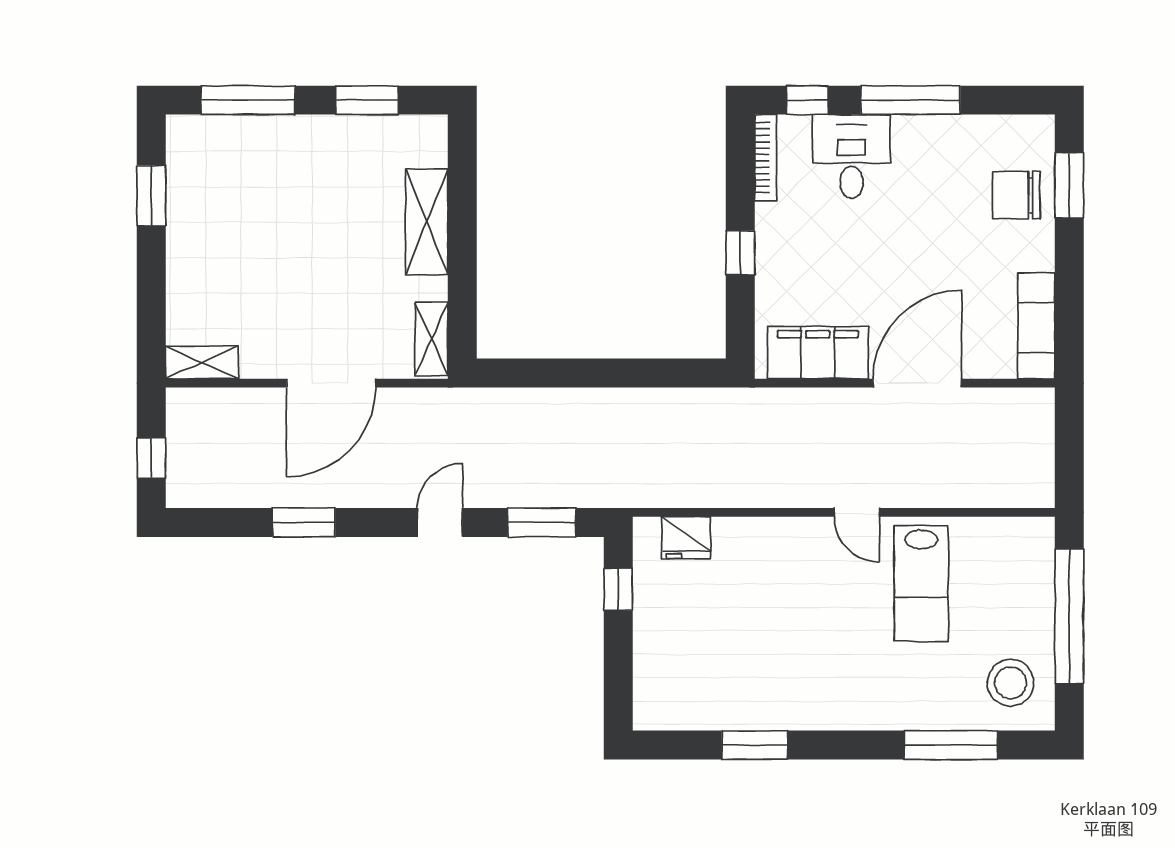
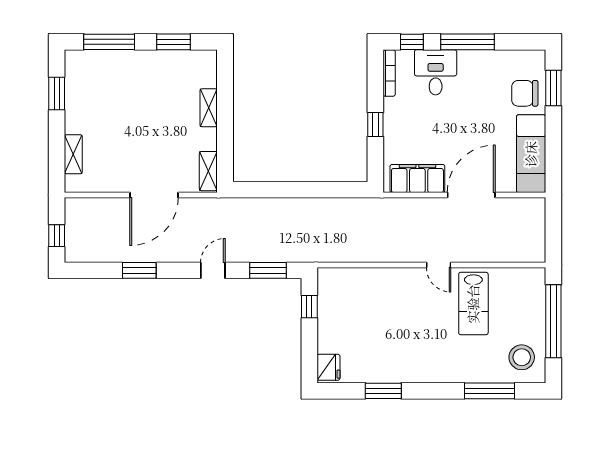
shelving: (427, 222) -> (209, 108), width x0.67, depth x0.75
exam couch: (1036, 326) -> (531, 154), width x1.36, depth x1.45
shelving: (202, 362) -> (73, 154), moved, turned 90
fridge: (686, 538) -> (328, 367), moved, turned -90

